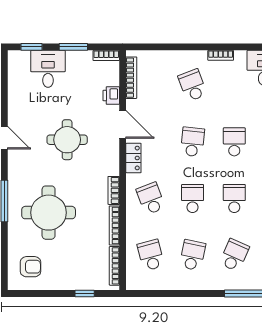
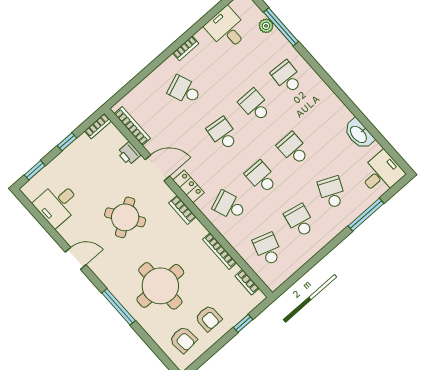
window: (73, 47) -> (67, 142), width x0.67
desk: (48, 69) -> (57, 204), moved, turned -90
round table: (67, 140) -> (125, 217), turned -33
bookcase: (114, 190) -> (182, 210), moved
school desk: (151, 255) -> (268, 249), turned 33
bookcase: (114, 266) -> (247, 282), width x0.64
armchair: (30, 267) -> (183, 340), turned 85
armchair: (63, 267) -> (208, 318), added

